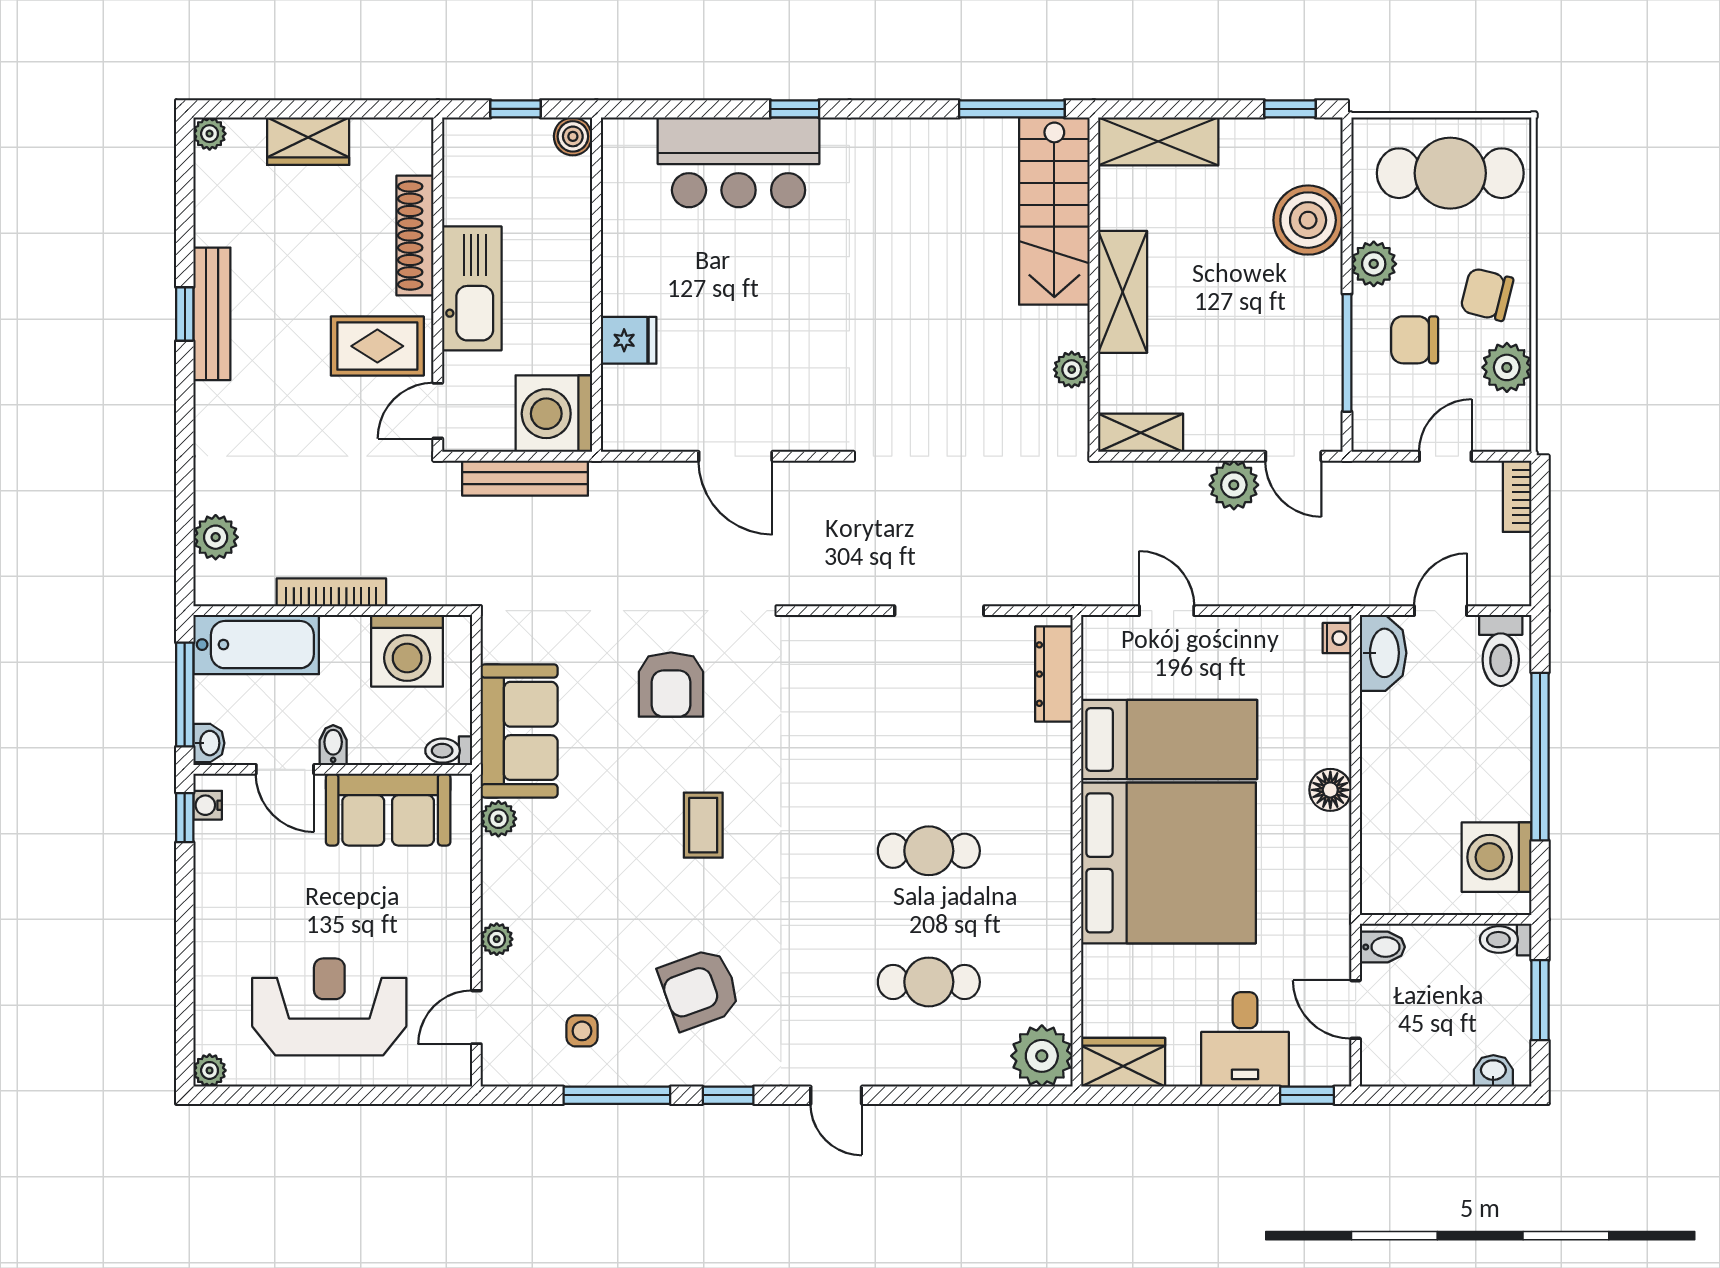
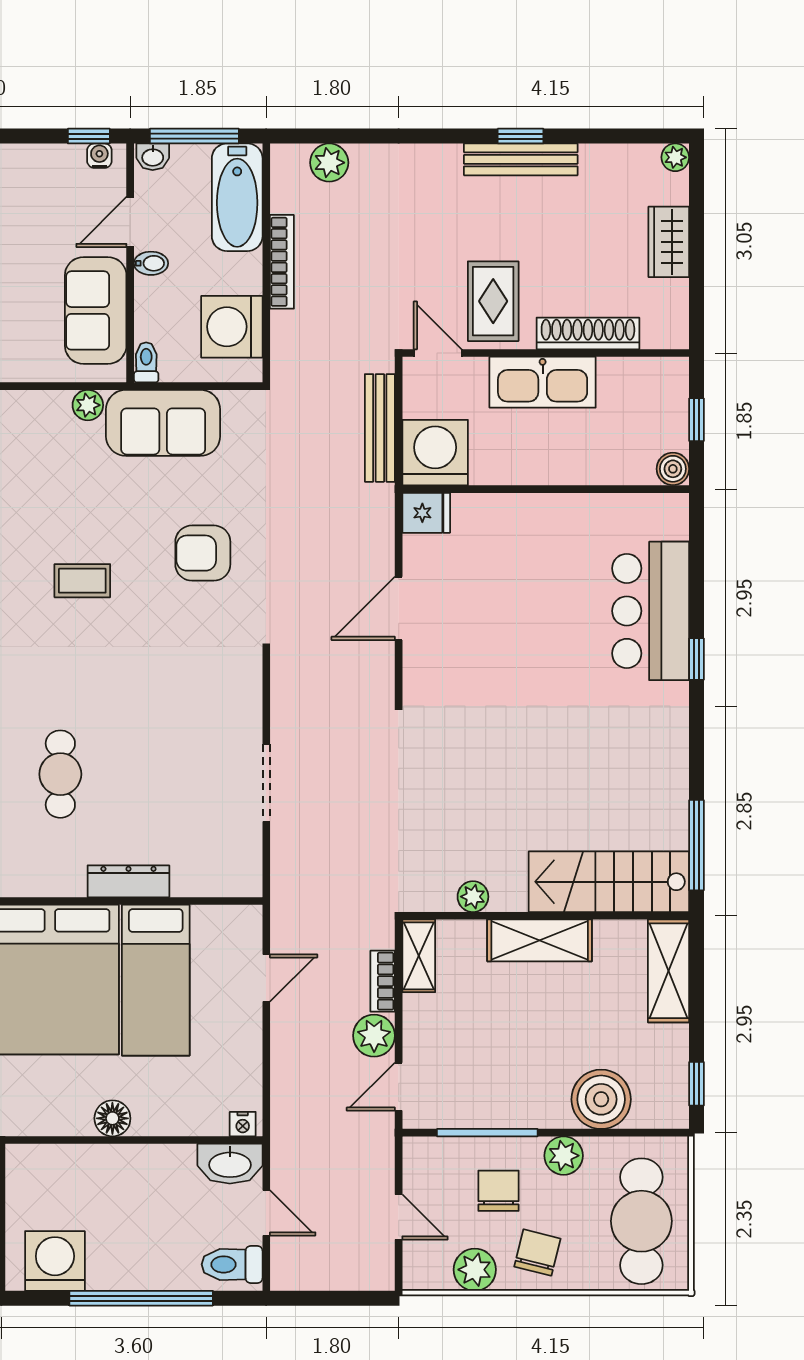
fridge: (629, 340) -> (426, 513), moved, turned -90
bookcase: (1517, 496) -> (383, 981), moved, turned -90
dresser: (1054, 674) -> (128, 881), moved

